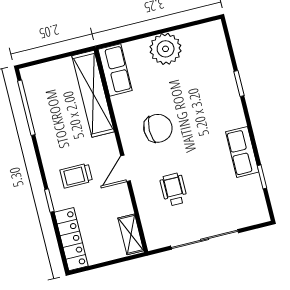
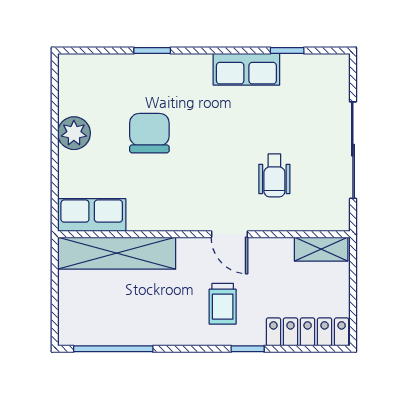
plant: (166, 49) -> (74, 133), width x0.73, depth x0.73
chair: (158, 128) -> (149, 133), moved
wheelchair: (174, 189) -> (274, 175), turned -90

